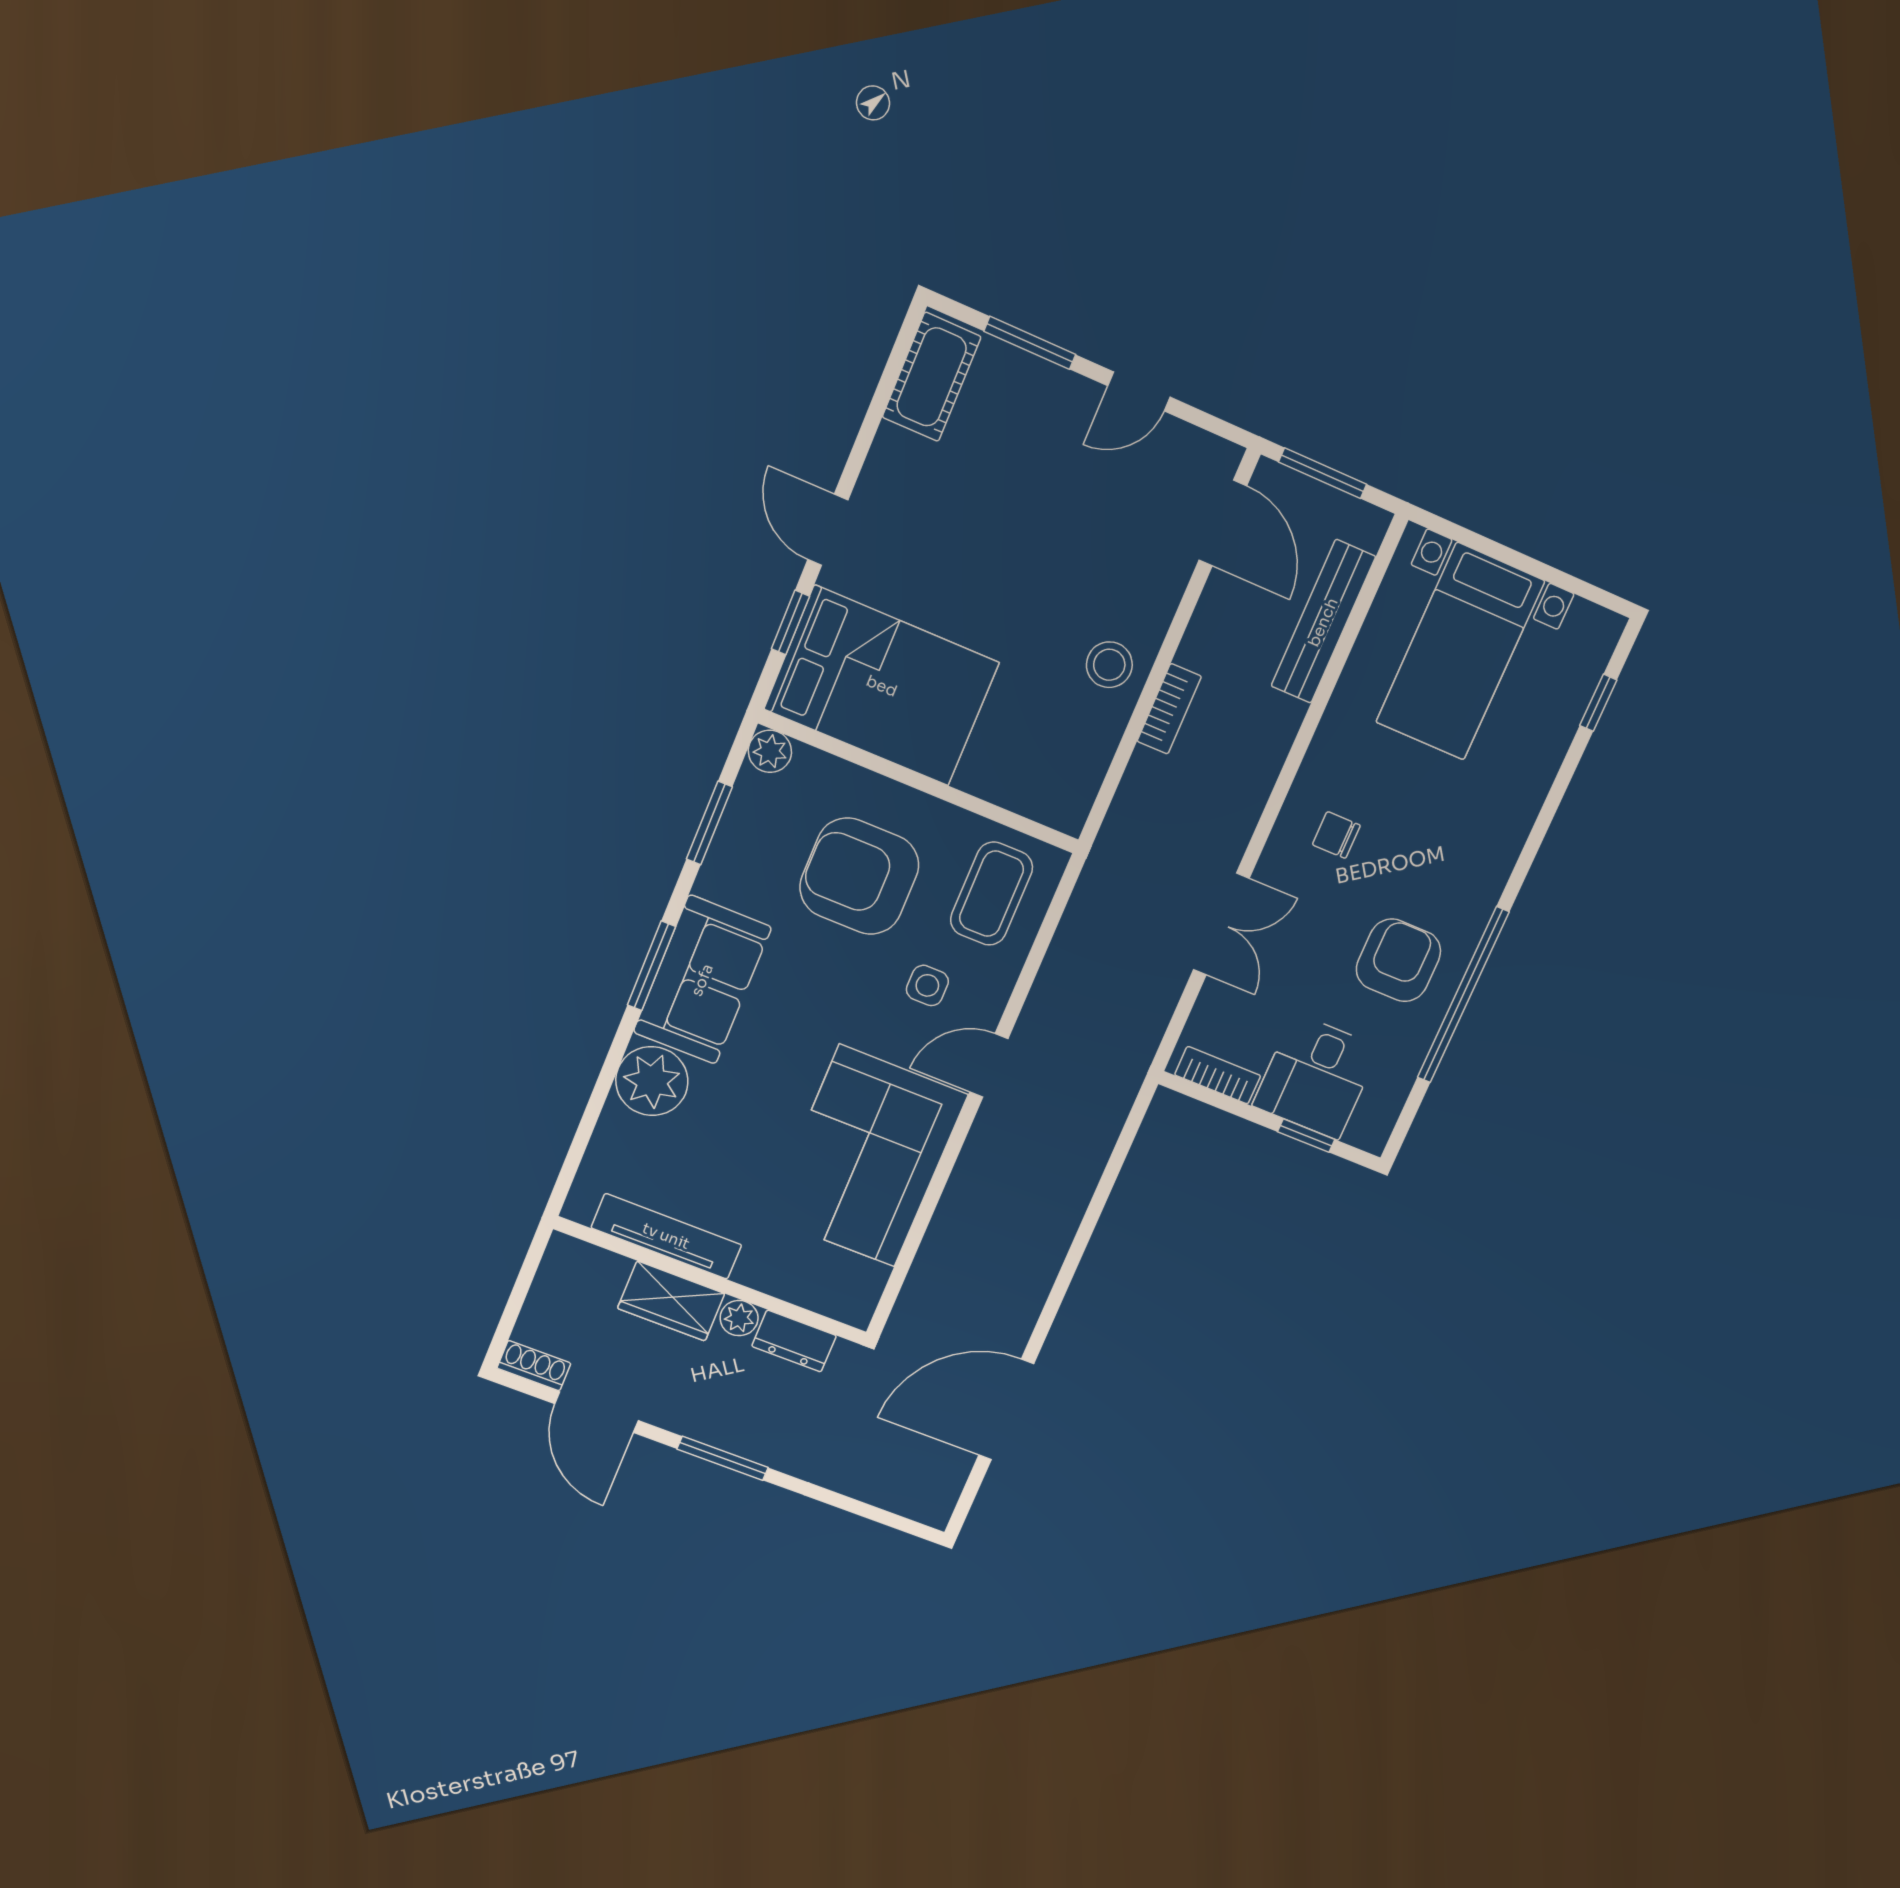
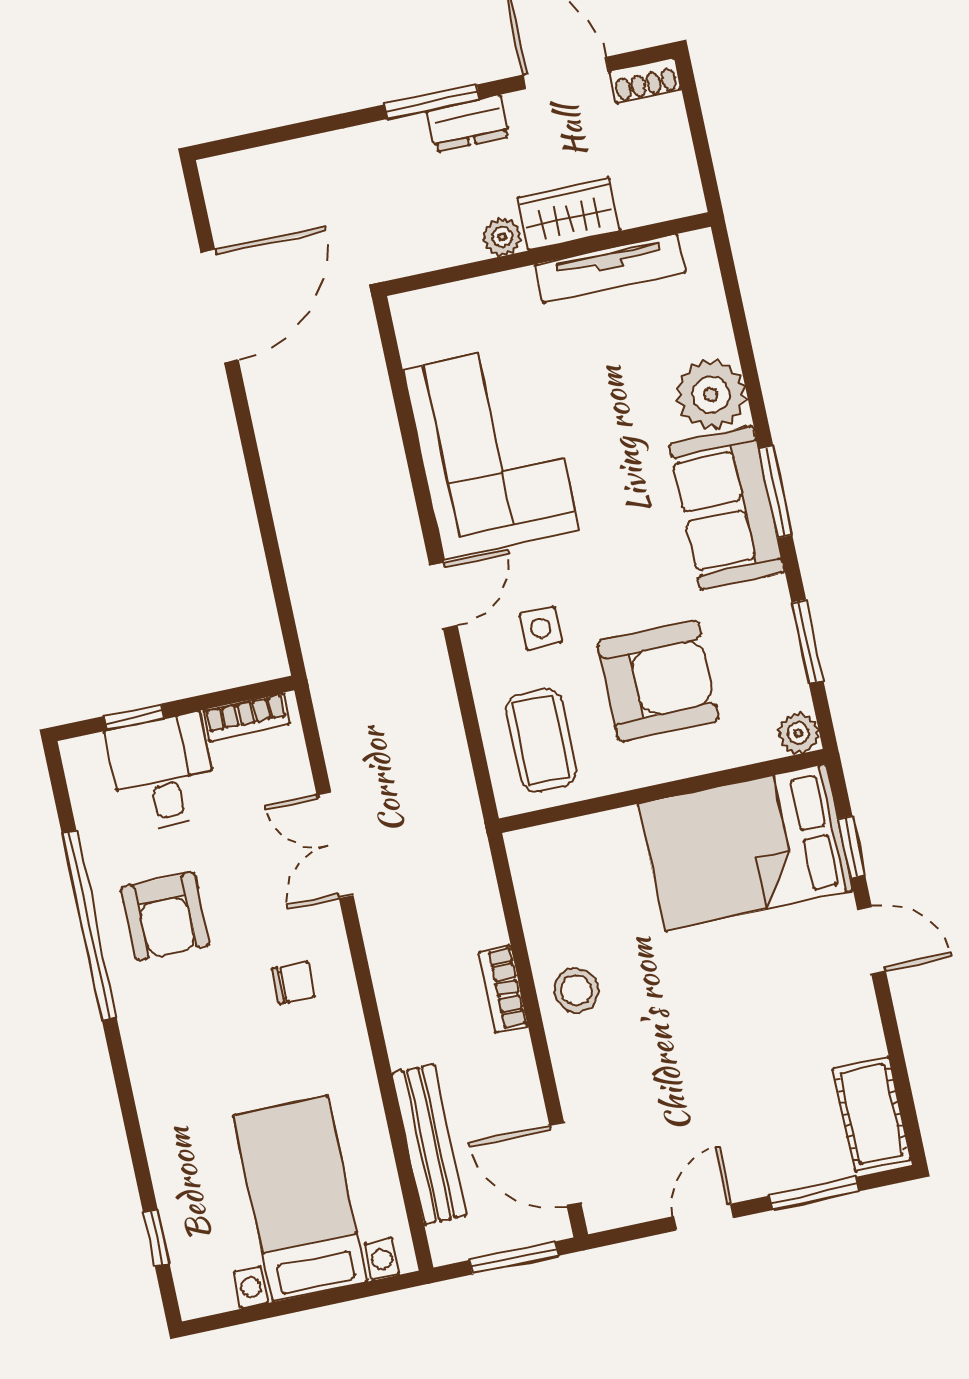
dresser: (794, 1341) -> (468, 123), moved, turned 180

